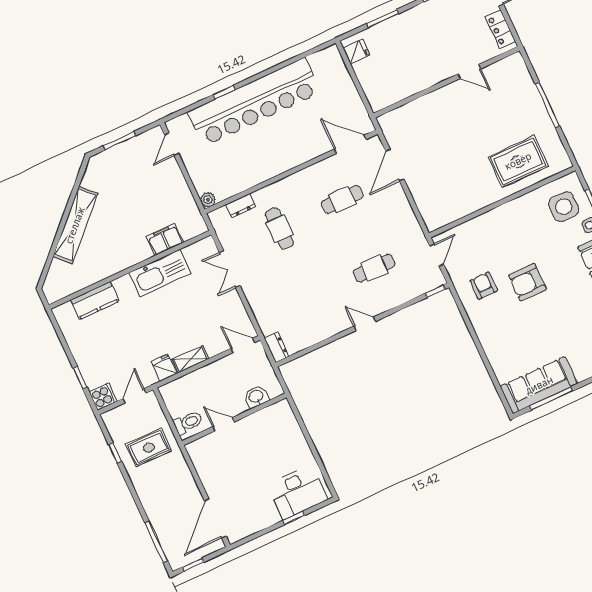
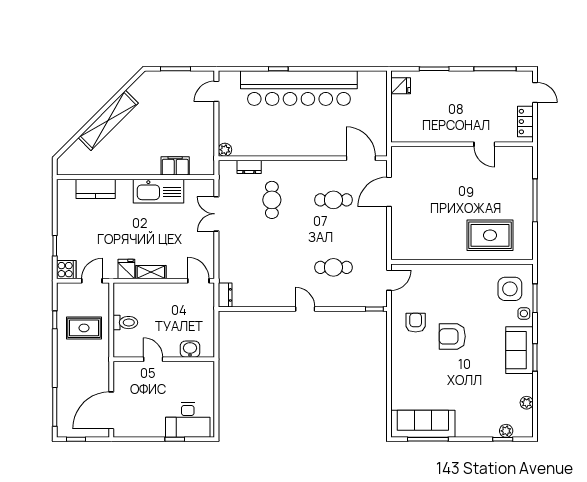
washbasin: (256, 397) -> (190, 349), moved
wall: (234, 419) -> (164, 359), moved
door: (224, 424) -> (153, 359), moved

